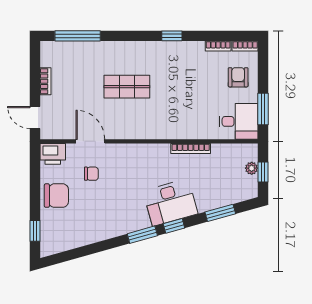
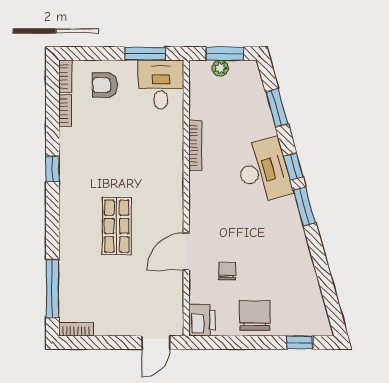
bookcase: (46, 81) -> (76, 329), moved
door: (90, 141) -> (186, 251), moved
window: (263, 172) -> (225, 54), width x1.50

